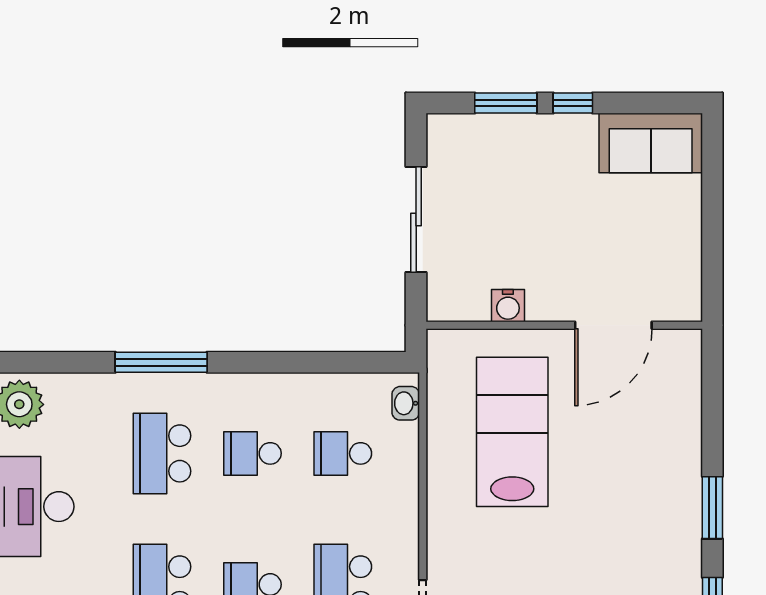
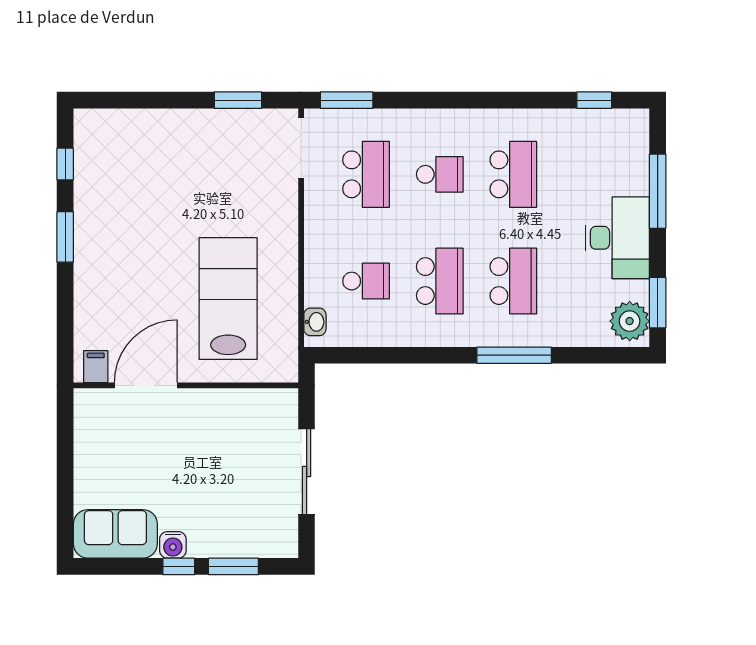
water cooler: (508, 306) -> (173, 545), moved, turned 180
filing cabinet: (675, 348) -> (96, 367), added
lab bench: (512, 432) -> (228, 299), turned 180
school desk: (252, 453) -> (440, 281), width x1.85

